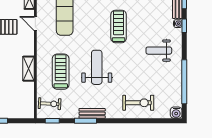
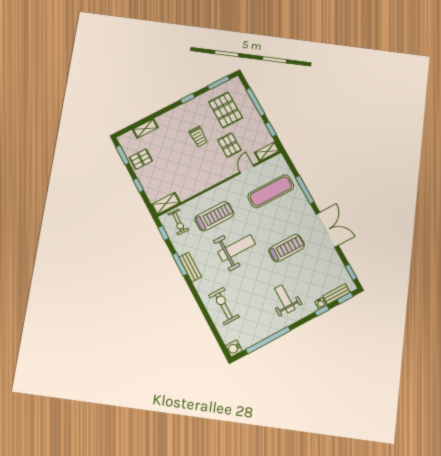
shelving: (29, 69) -> (166, 203), moved
exercise bike: (138, 103) -> (224, 306), turned 180

